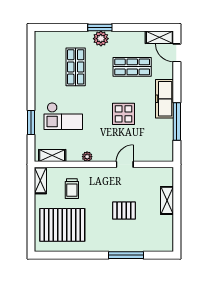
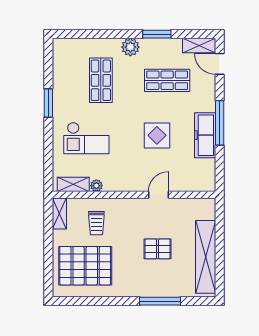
window: (100, 27) -> (157, 34), moved
freezer: (164, 99) -> (205, 135), moved
window: (31, 122) -> (48, 103), moved
window: (177, 122) -> (220, 123), moved
plant: (87, 157) -> (96, 186), moved
shelving: (167, 200) -> (206, 257), width x2.20, depth x1.33

